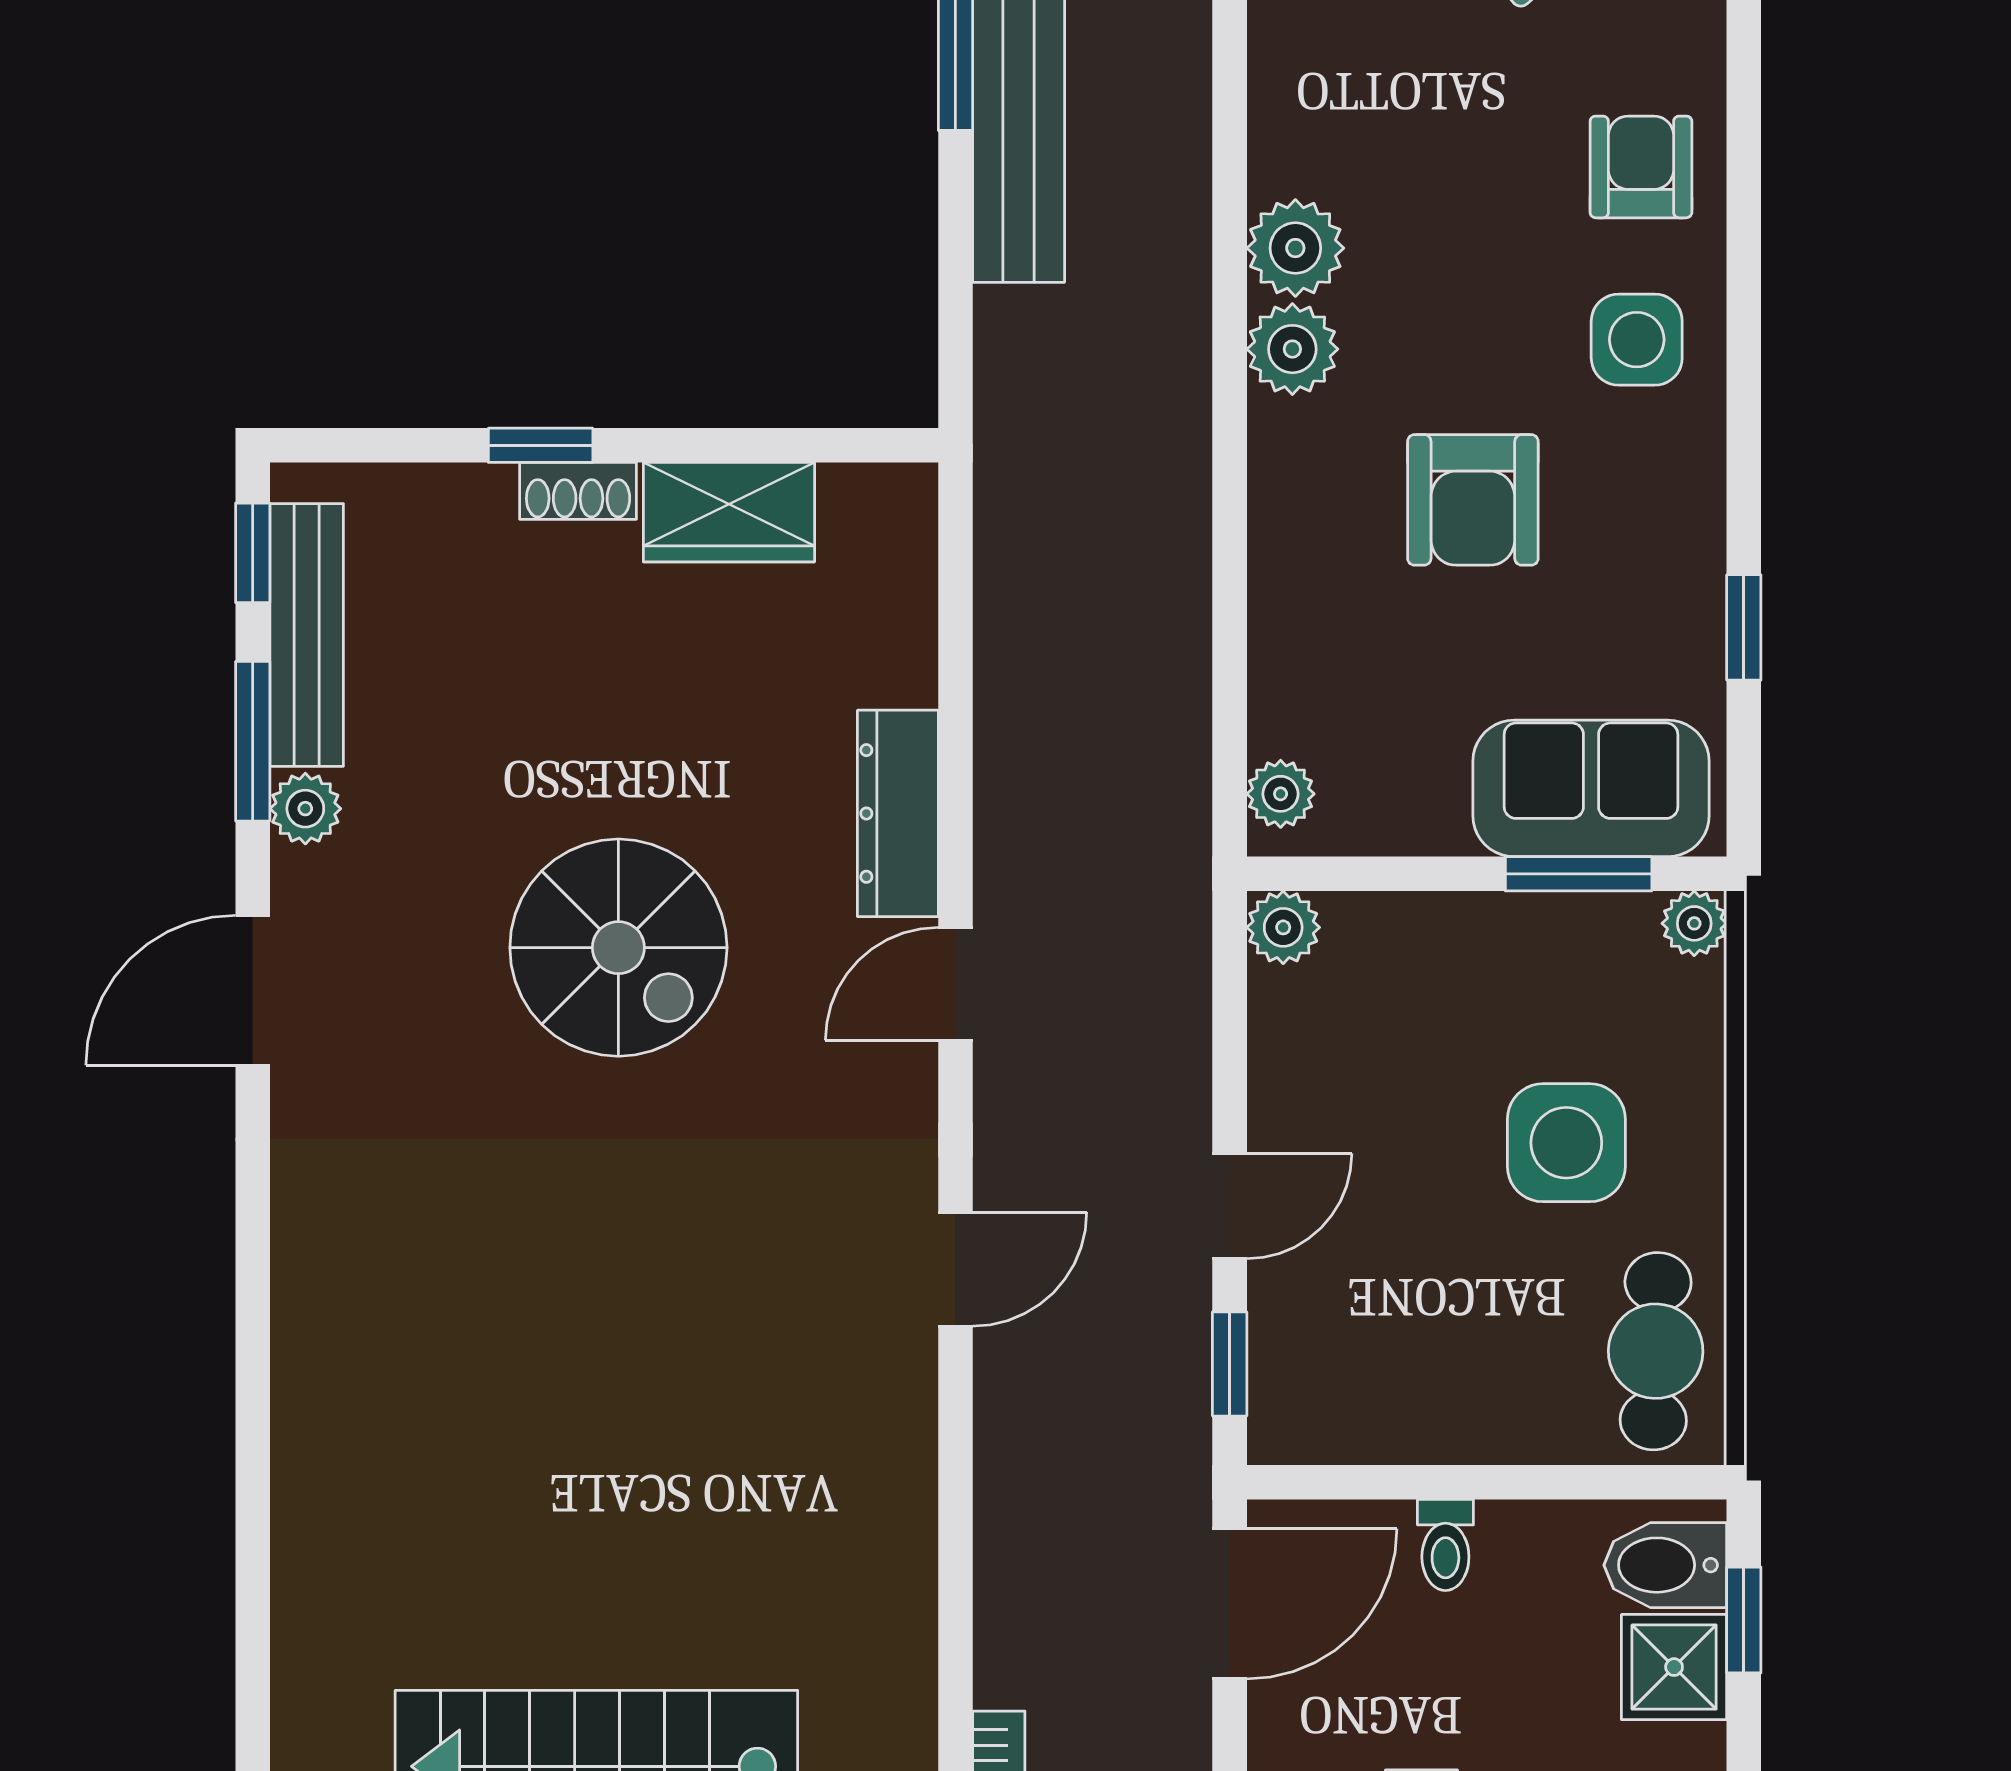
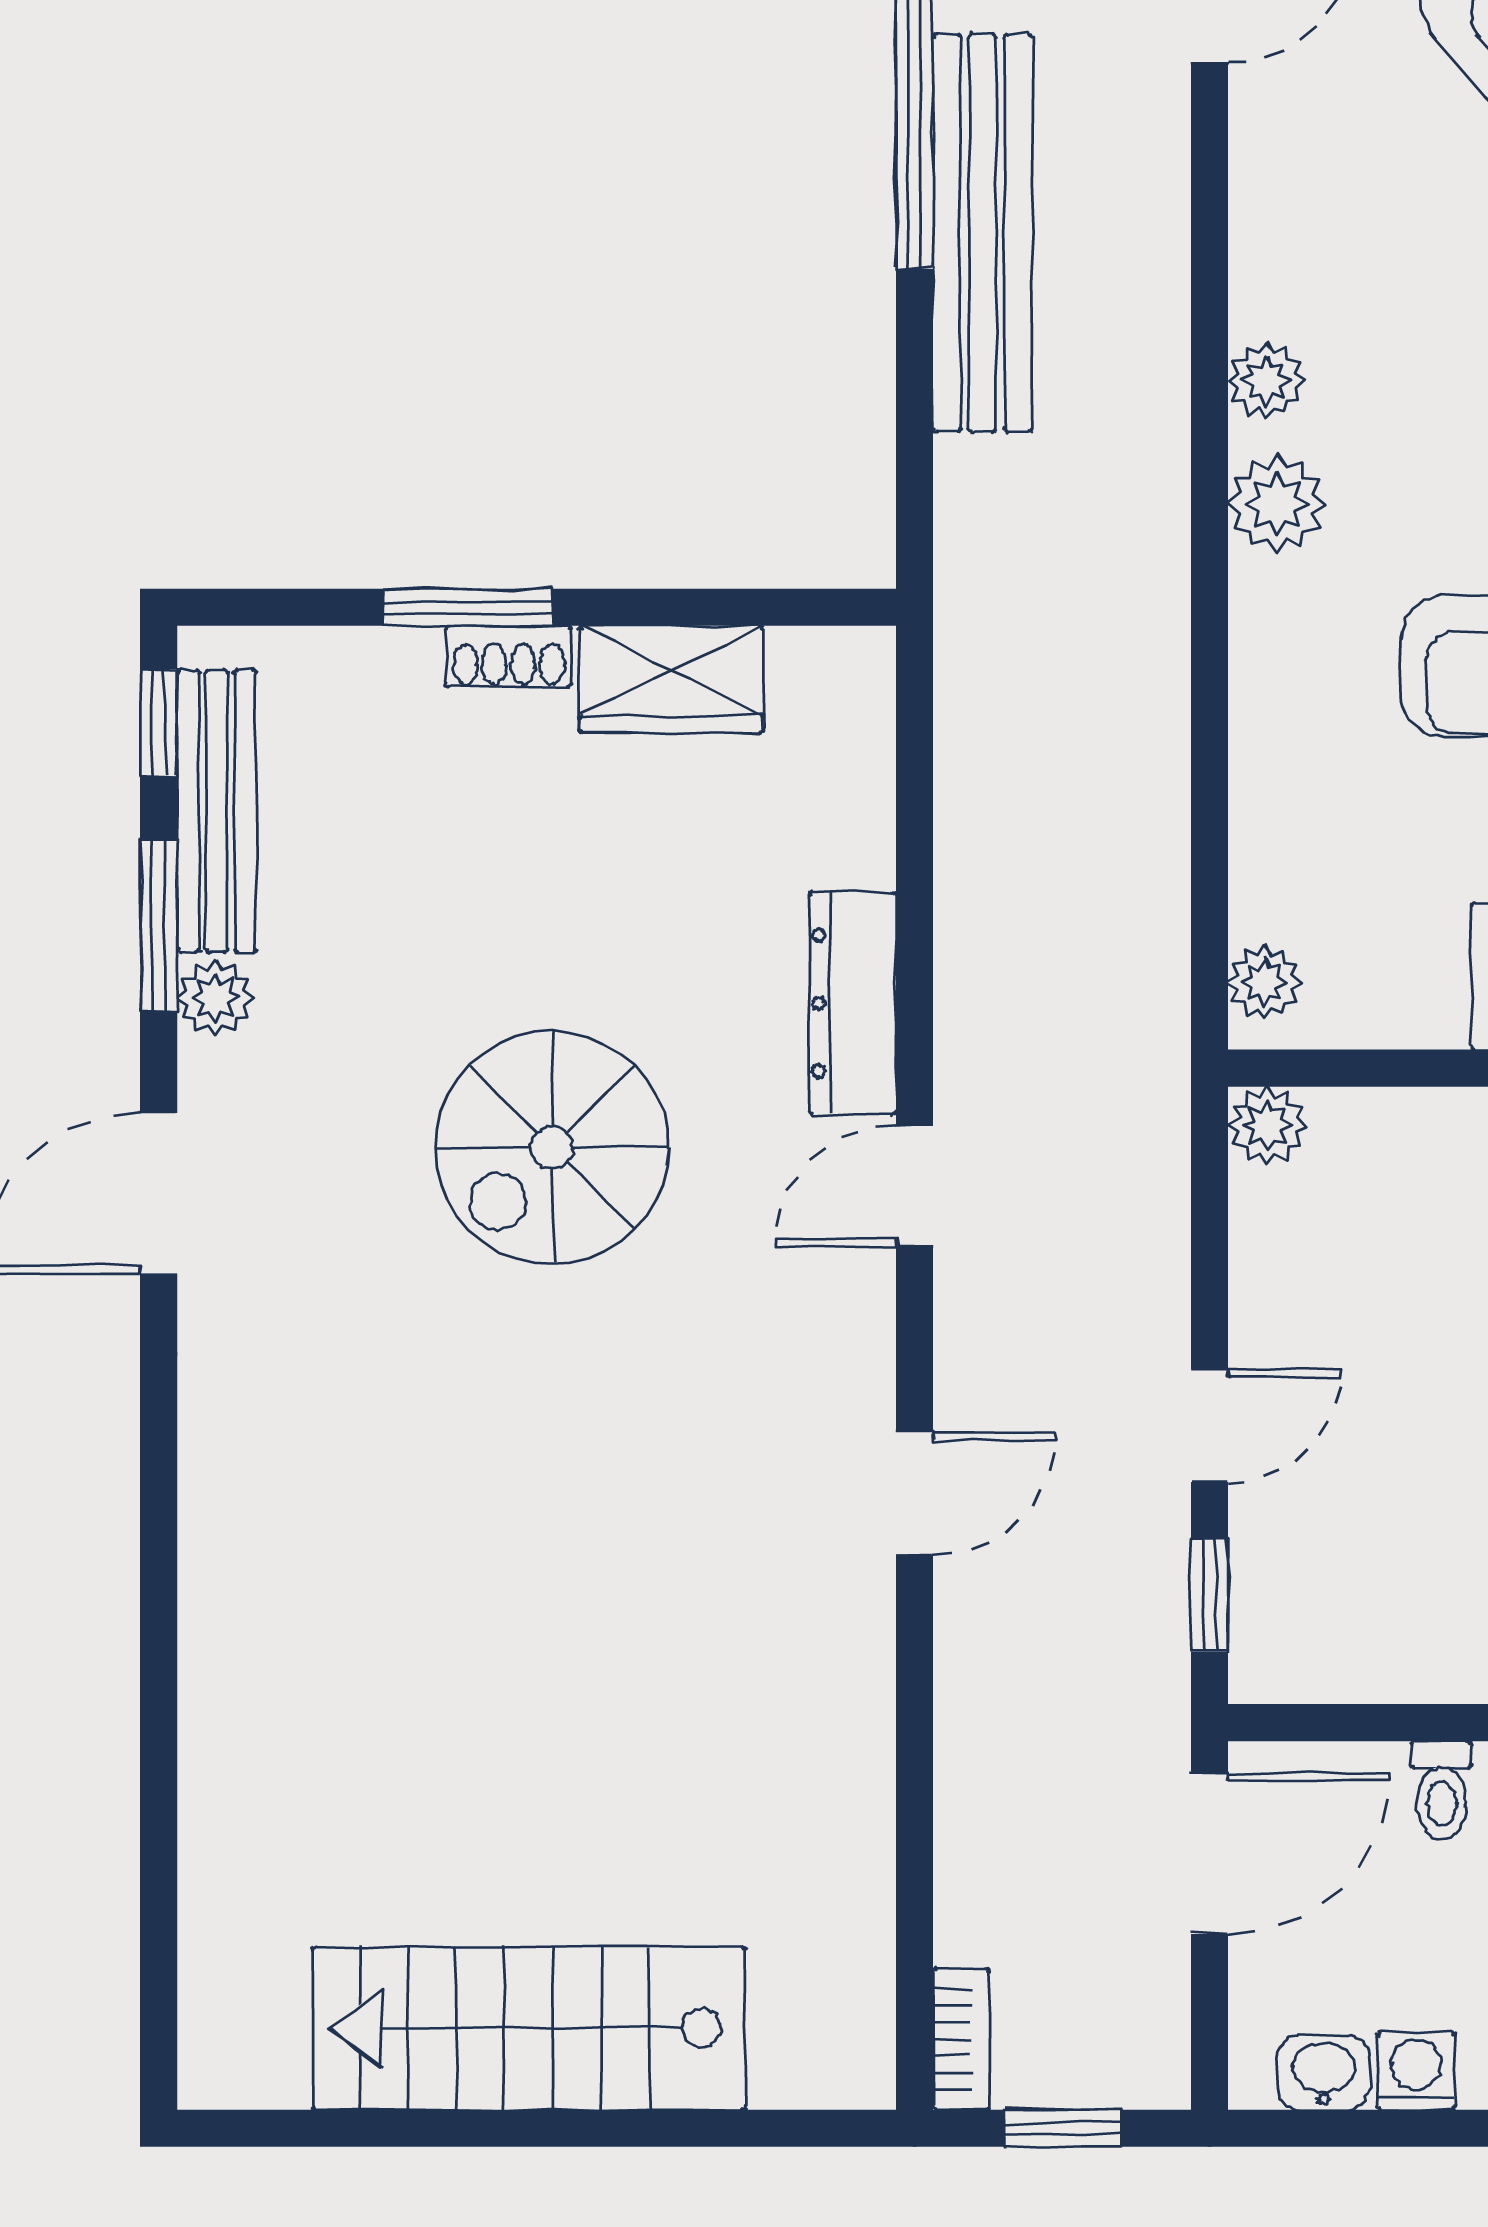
plant: (1295, 248) -> (1266, 381), width x0.73, depth x0.73
window: (541, 445) -> (468, 607), width x1.50
spiral stairs: (618, 948) -> (552, 1148), turned 90

